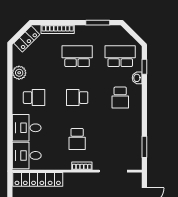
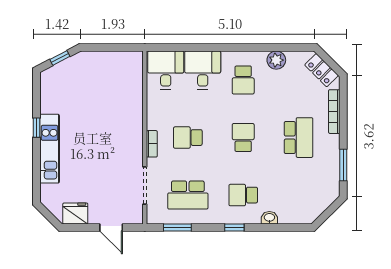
school desk: (120, 56) -> (188, 195), moved, turned 90
window: (144, 67) -> (234, 228), moved
locker: (38, 179) -> (134, 85), removed

